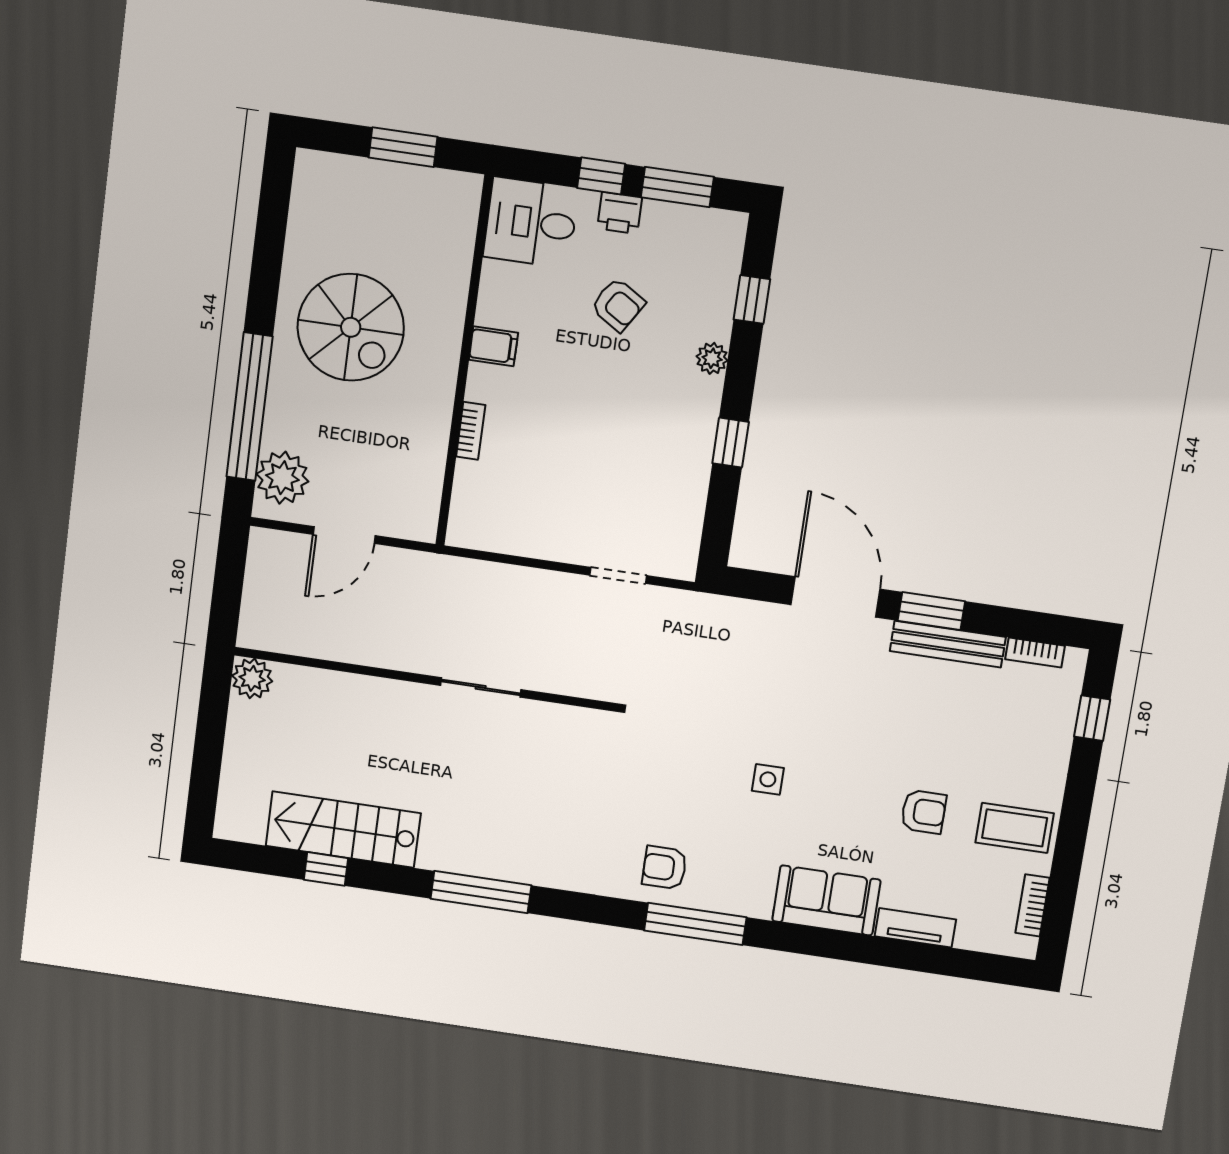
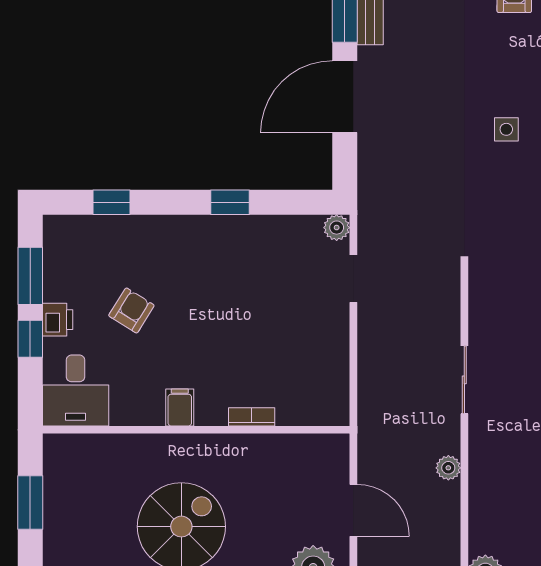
plant: (712, 358) -> (337, 228), moved
plant: (380, 654) -> (448, 468), added

